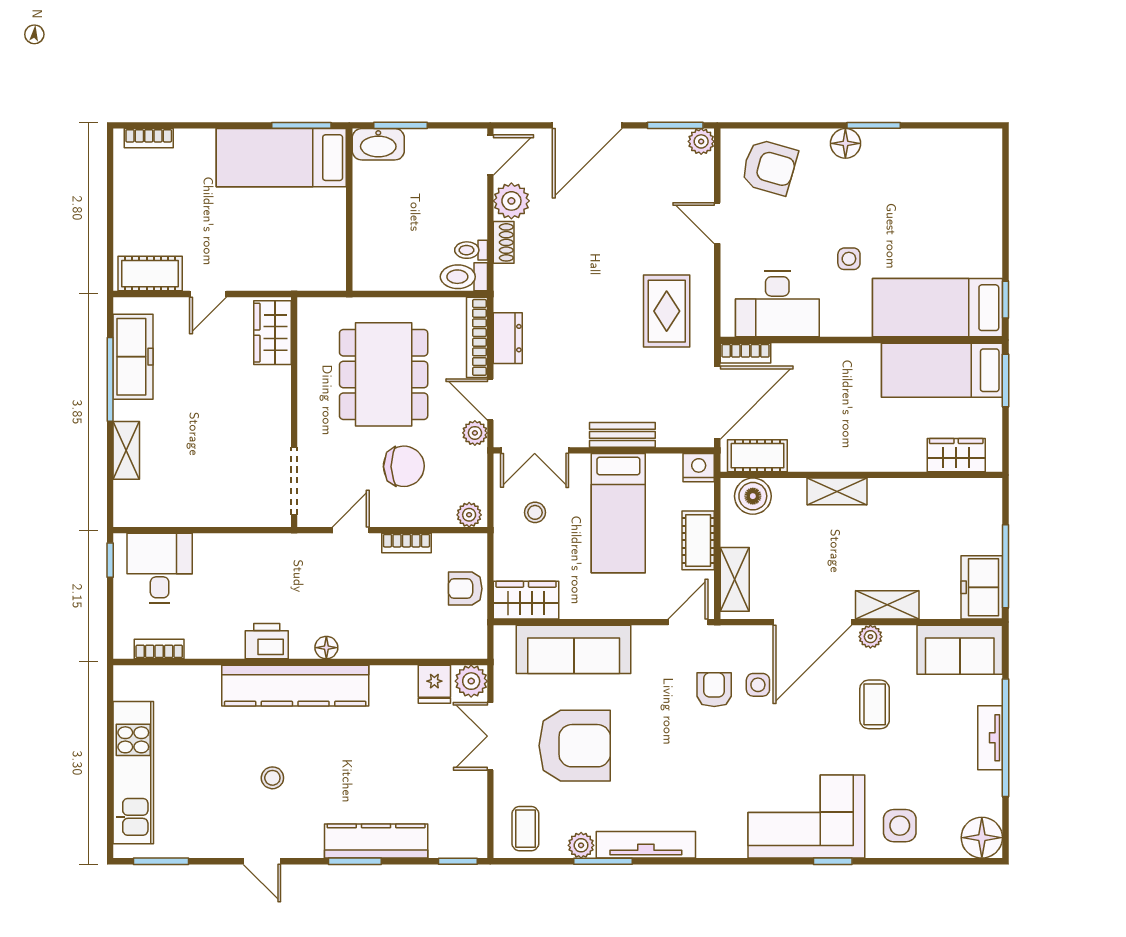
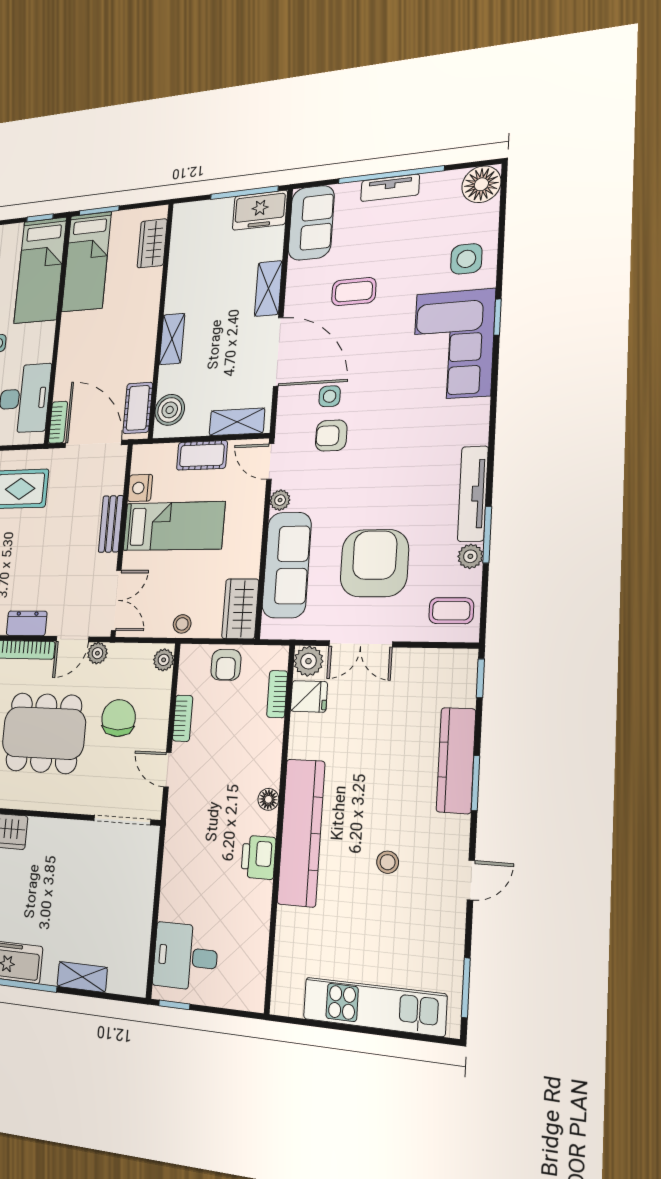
nightstand: (699, 468) -> (140, 488), moved
stool: (535, 512) -> (182, 624), moved
plant: (870, 637) -> (280, 500), moved
bookcase: (159, 649) -> (277, 694), moved

